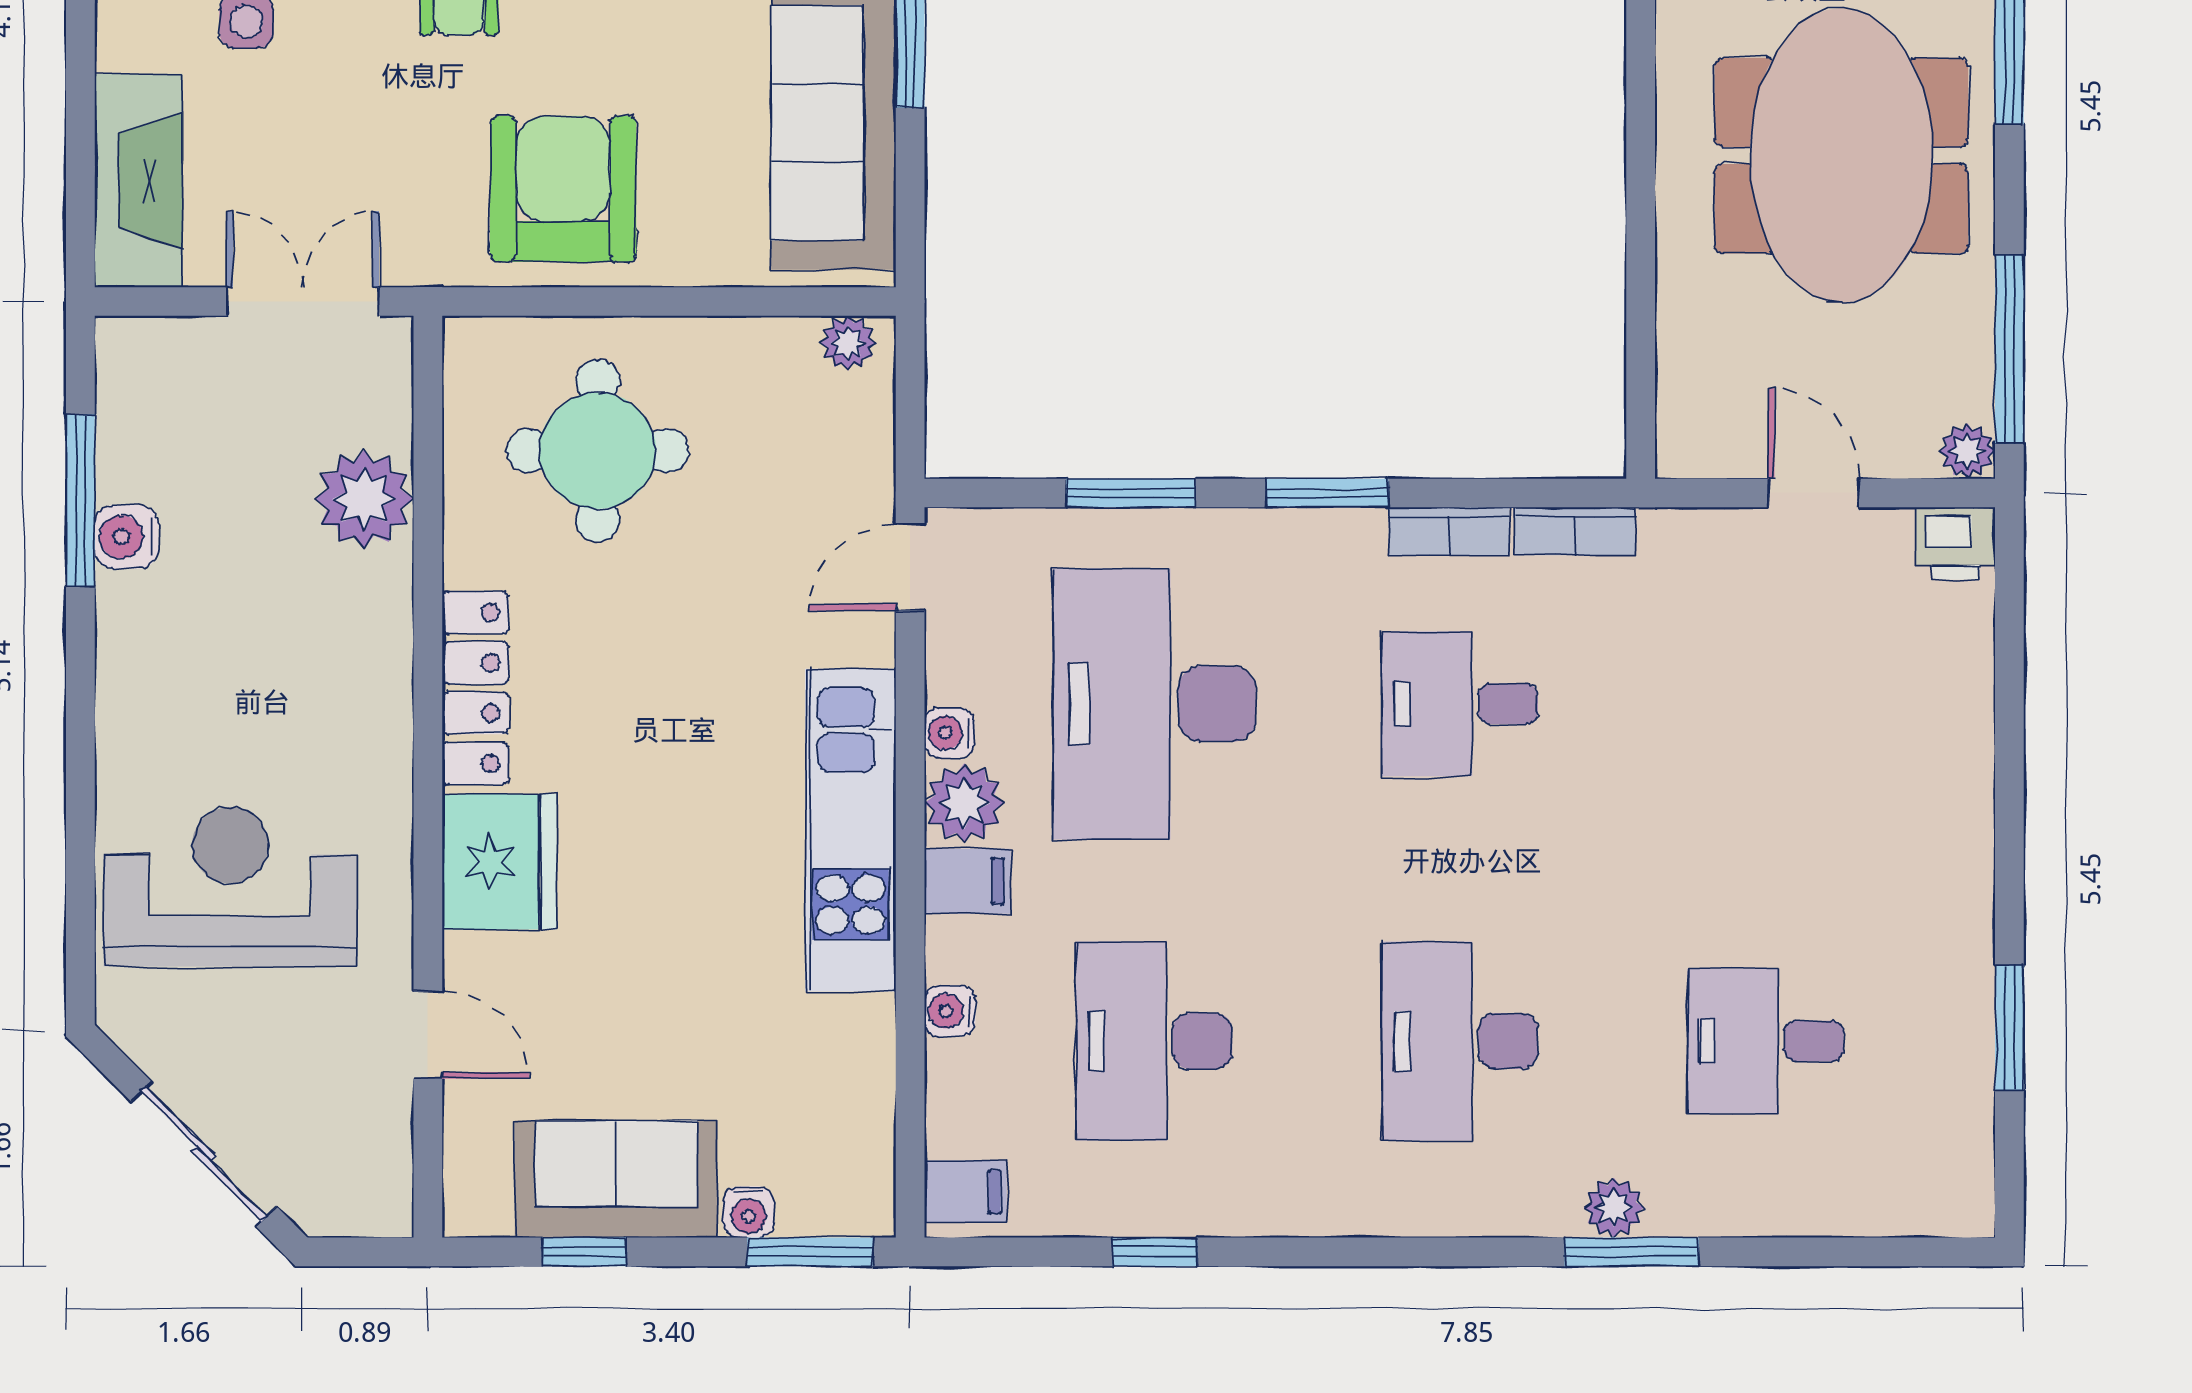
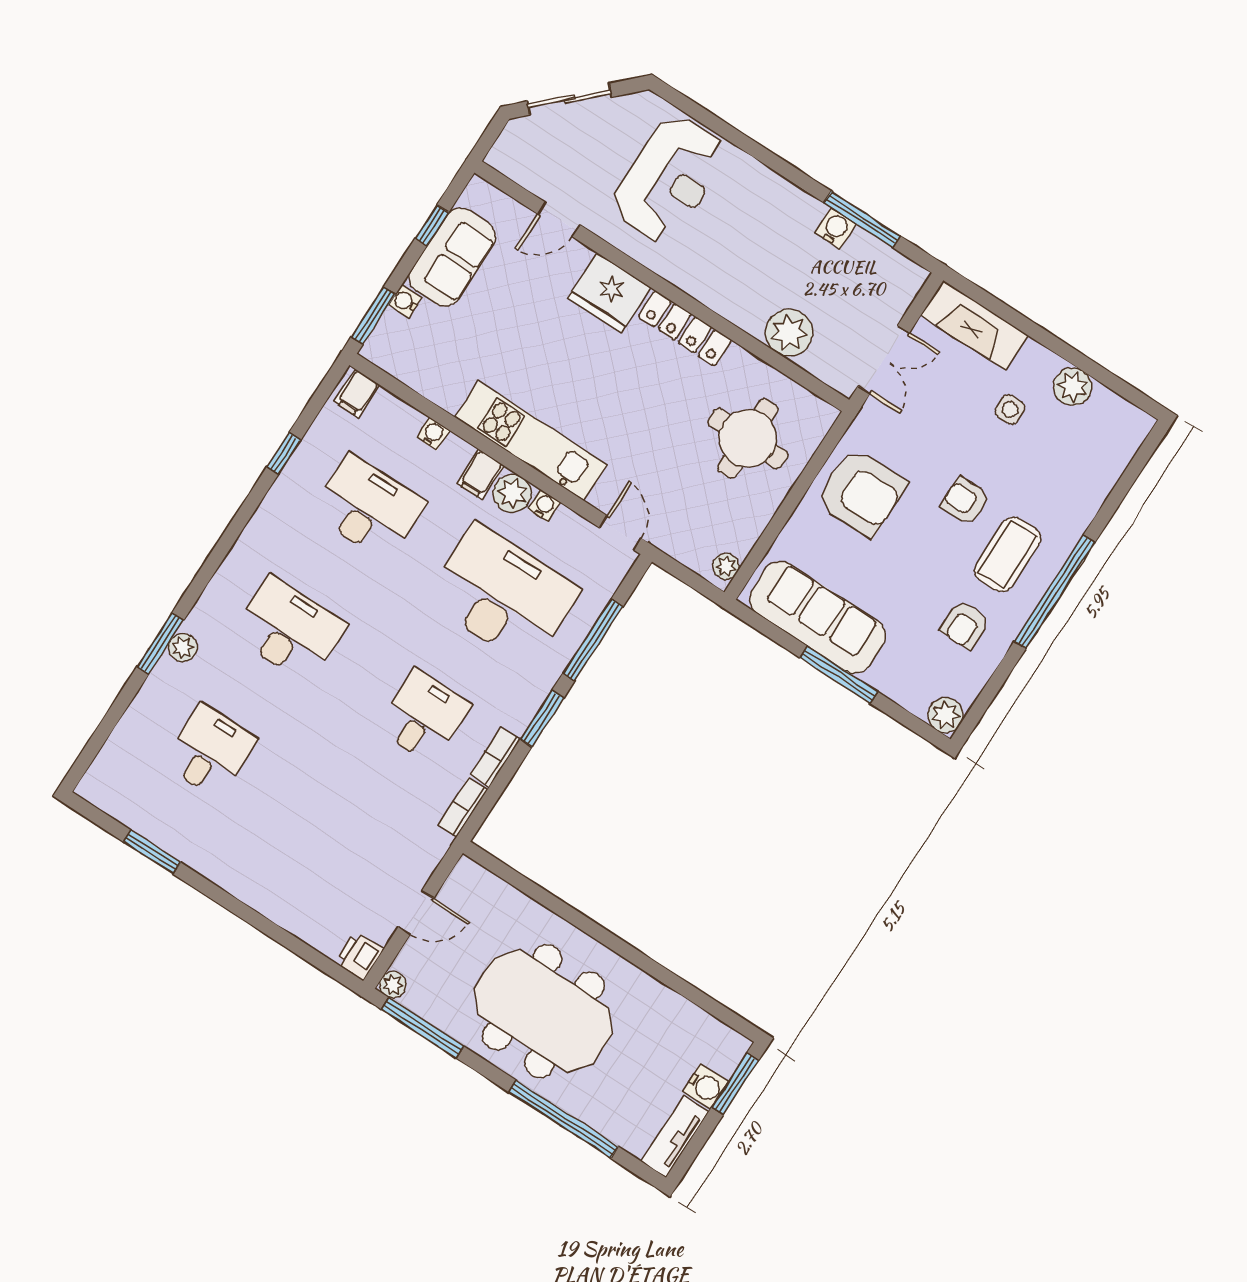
window: (1130, 493) -> (593, 640), width x1.44

